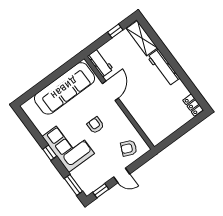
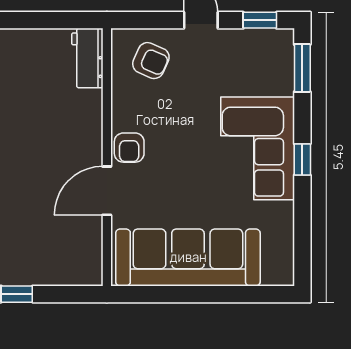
workbench: (100, 63) -> (87, 58), moved
armchair: (95, 125) -> (129, 148), moved

